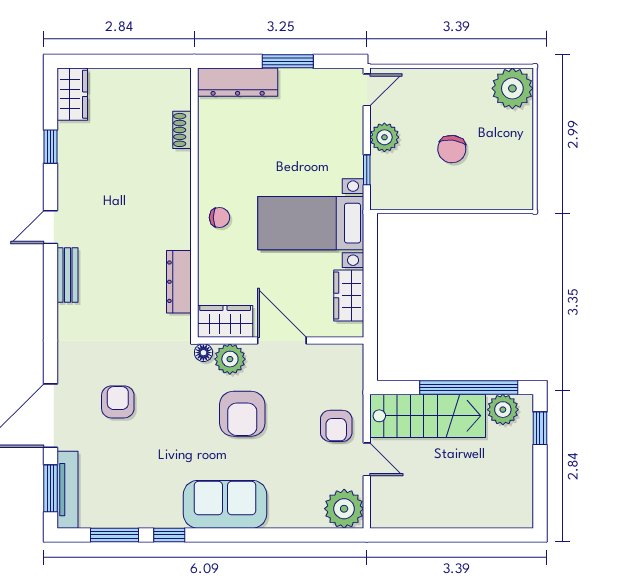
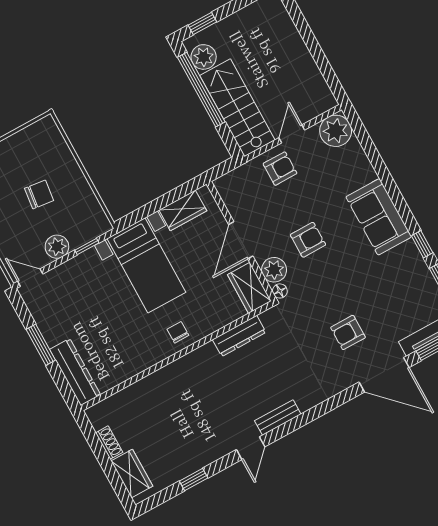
wardrobe: (72, 94) -> (132, 474), moved, turned 90
shoe rack: (182, 130) -> (109, 443), moved, turned -90
door: (50, 227) -> (251, 448), hinge flipped
armchair: (242, 414) -> (308, 240), width x0.72, depth x0.72

